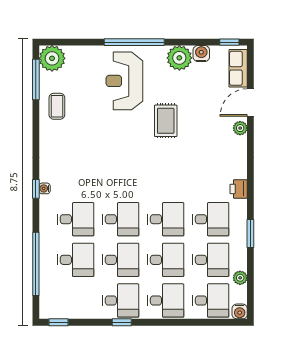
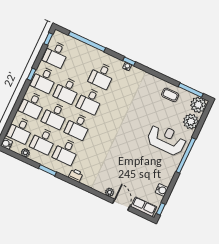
plant: (179, 58) -> (191, 122), moved
rug: (166, 121) -> (133, 152), removed
desk: (76, 260) -> (56, 54), moved

